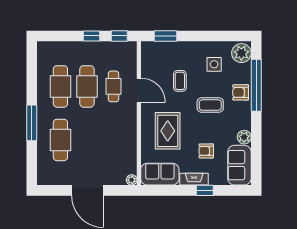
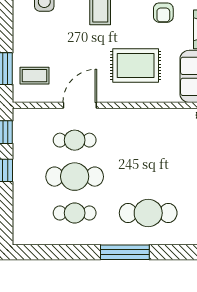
coffee table: (180, 81) -> (35, 76), moved
cafe table: (60, 86) -> (75, 213), width x0.73, depth x0.74

